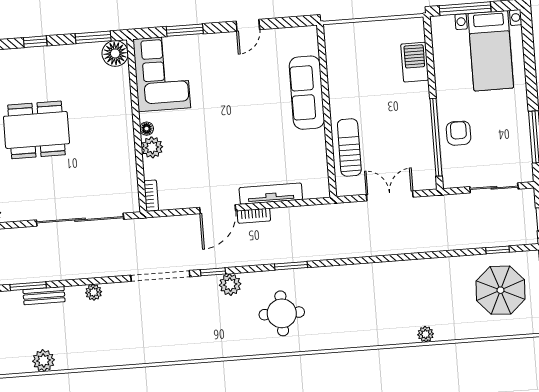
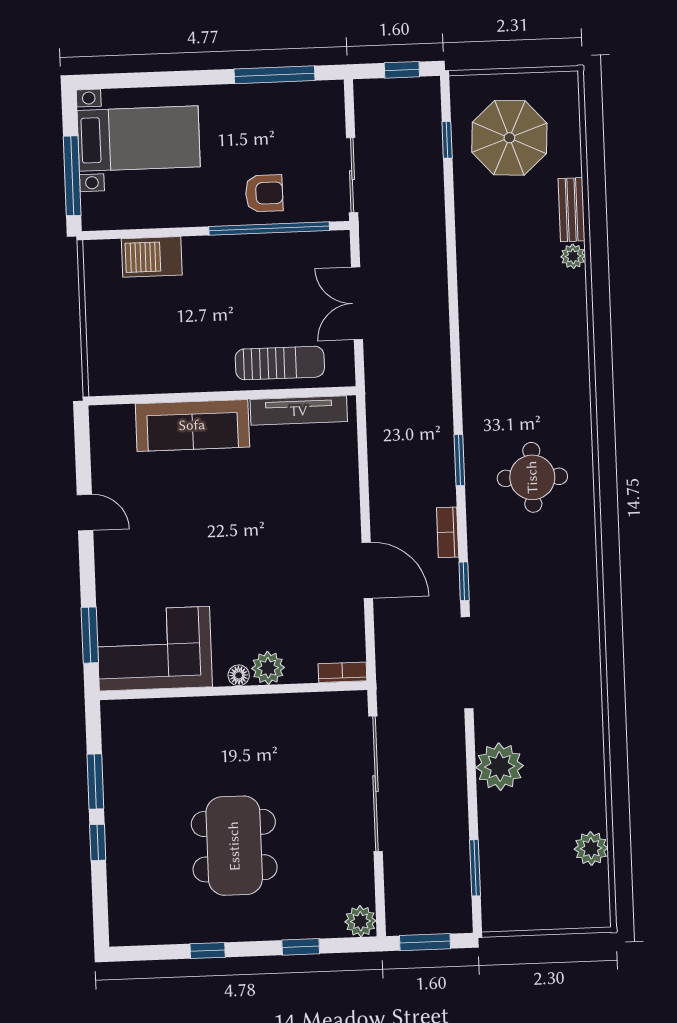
window: (185, 30) -> (90, 635), moved
window: (93, 37) -> (95, 781), moved
floor lamp: (115, 53) -> (121, 719), removed
armchair: (459, 133) -> (264, 193), turned 180
sun lounger: (349, 147) -> (280, 363), turned 180
sliding door: (494, 188) -> (352, 175), moved
tv unit: (271, 194) -> (299, 411), moved, turned -90
bookcase: (254, 216) -> (448, 532), moved, turned 180
plant: (230, 285) -> (485, 555), removed
plant: (94, 292) -> (500, 767), width x1.87, depth x1.87
bench: (44, 296) -> (572, 210), moved

